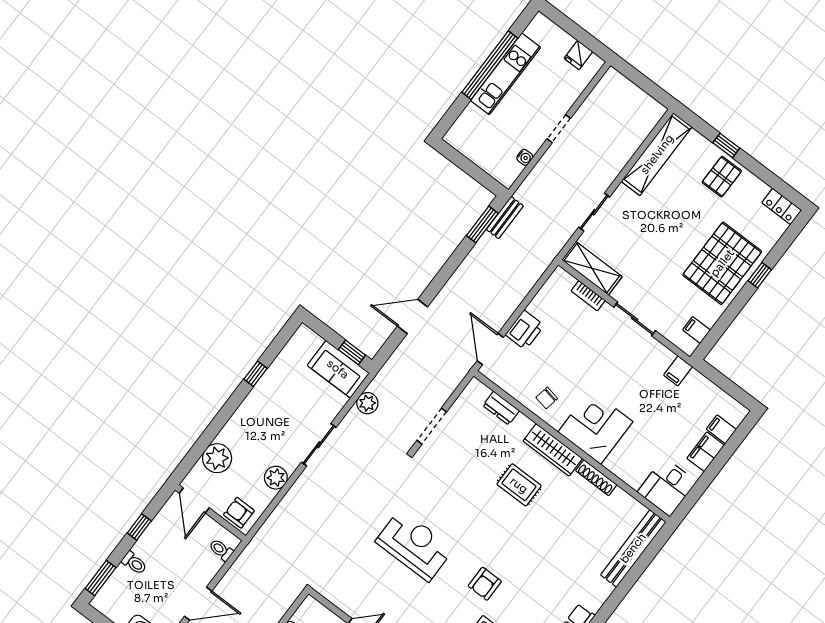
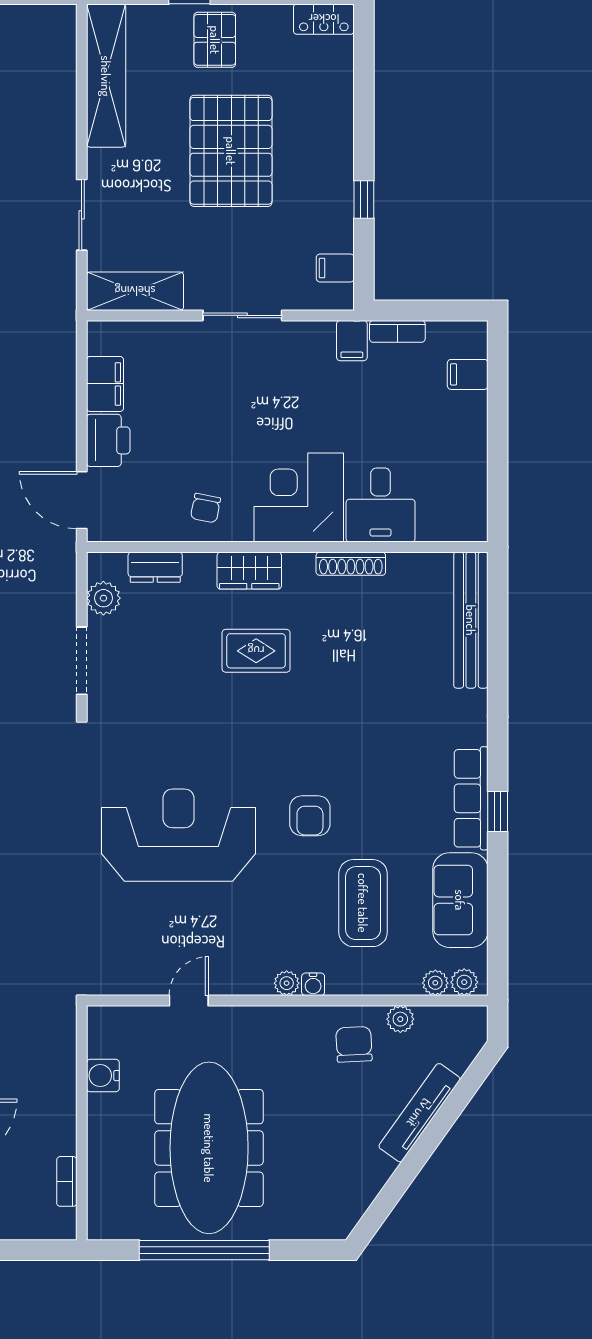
pallet: (722, 263) -> (231, 151), moved
window: (760, 275) -> (364, 199), moved
bookcase: (588, 296) -> (397, 331), moved
plant: (465, 404) -> (103, 598), added
wardrobe: (553, 450) -> (249, 571), width x0.67
filing cabinet: (706, 452) -> (105, 384), moved, turned 180
desk: (667, 487) -> (381, 505), moved
reception desk: (415, 545) -> (178, 835), width x1.36, depth x1.30

